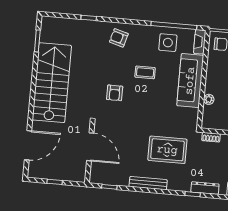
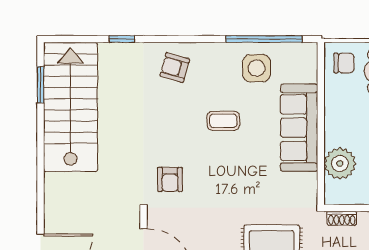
fireplace: (200, 42) -> (309, 62), removed
stairs: (52, 83) -> (71, 107), moved
armchair: (115, 93) -> (170, 179), moved
plant: (209, 99) -> (340, 163), width x1.88, depth x1.88

